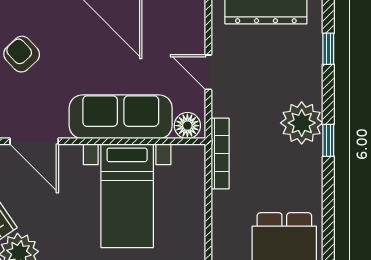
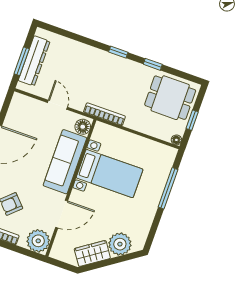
window: (328, 49) -> (153, 64), moved
door: (208, 72) -> (57, 105), swing flipped
plant: (302, 123) -> (104, 63), removed

